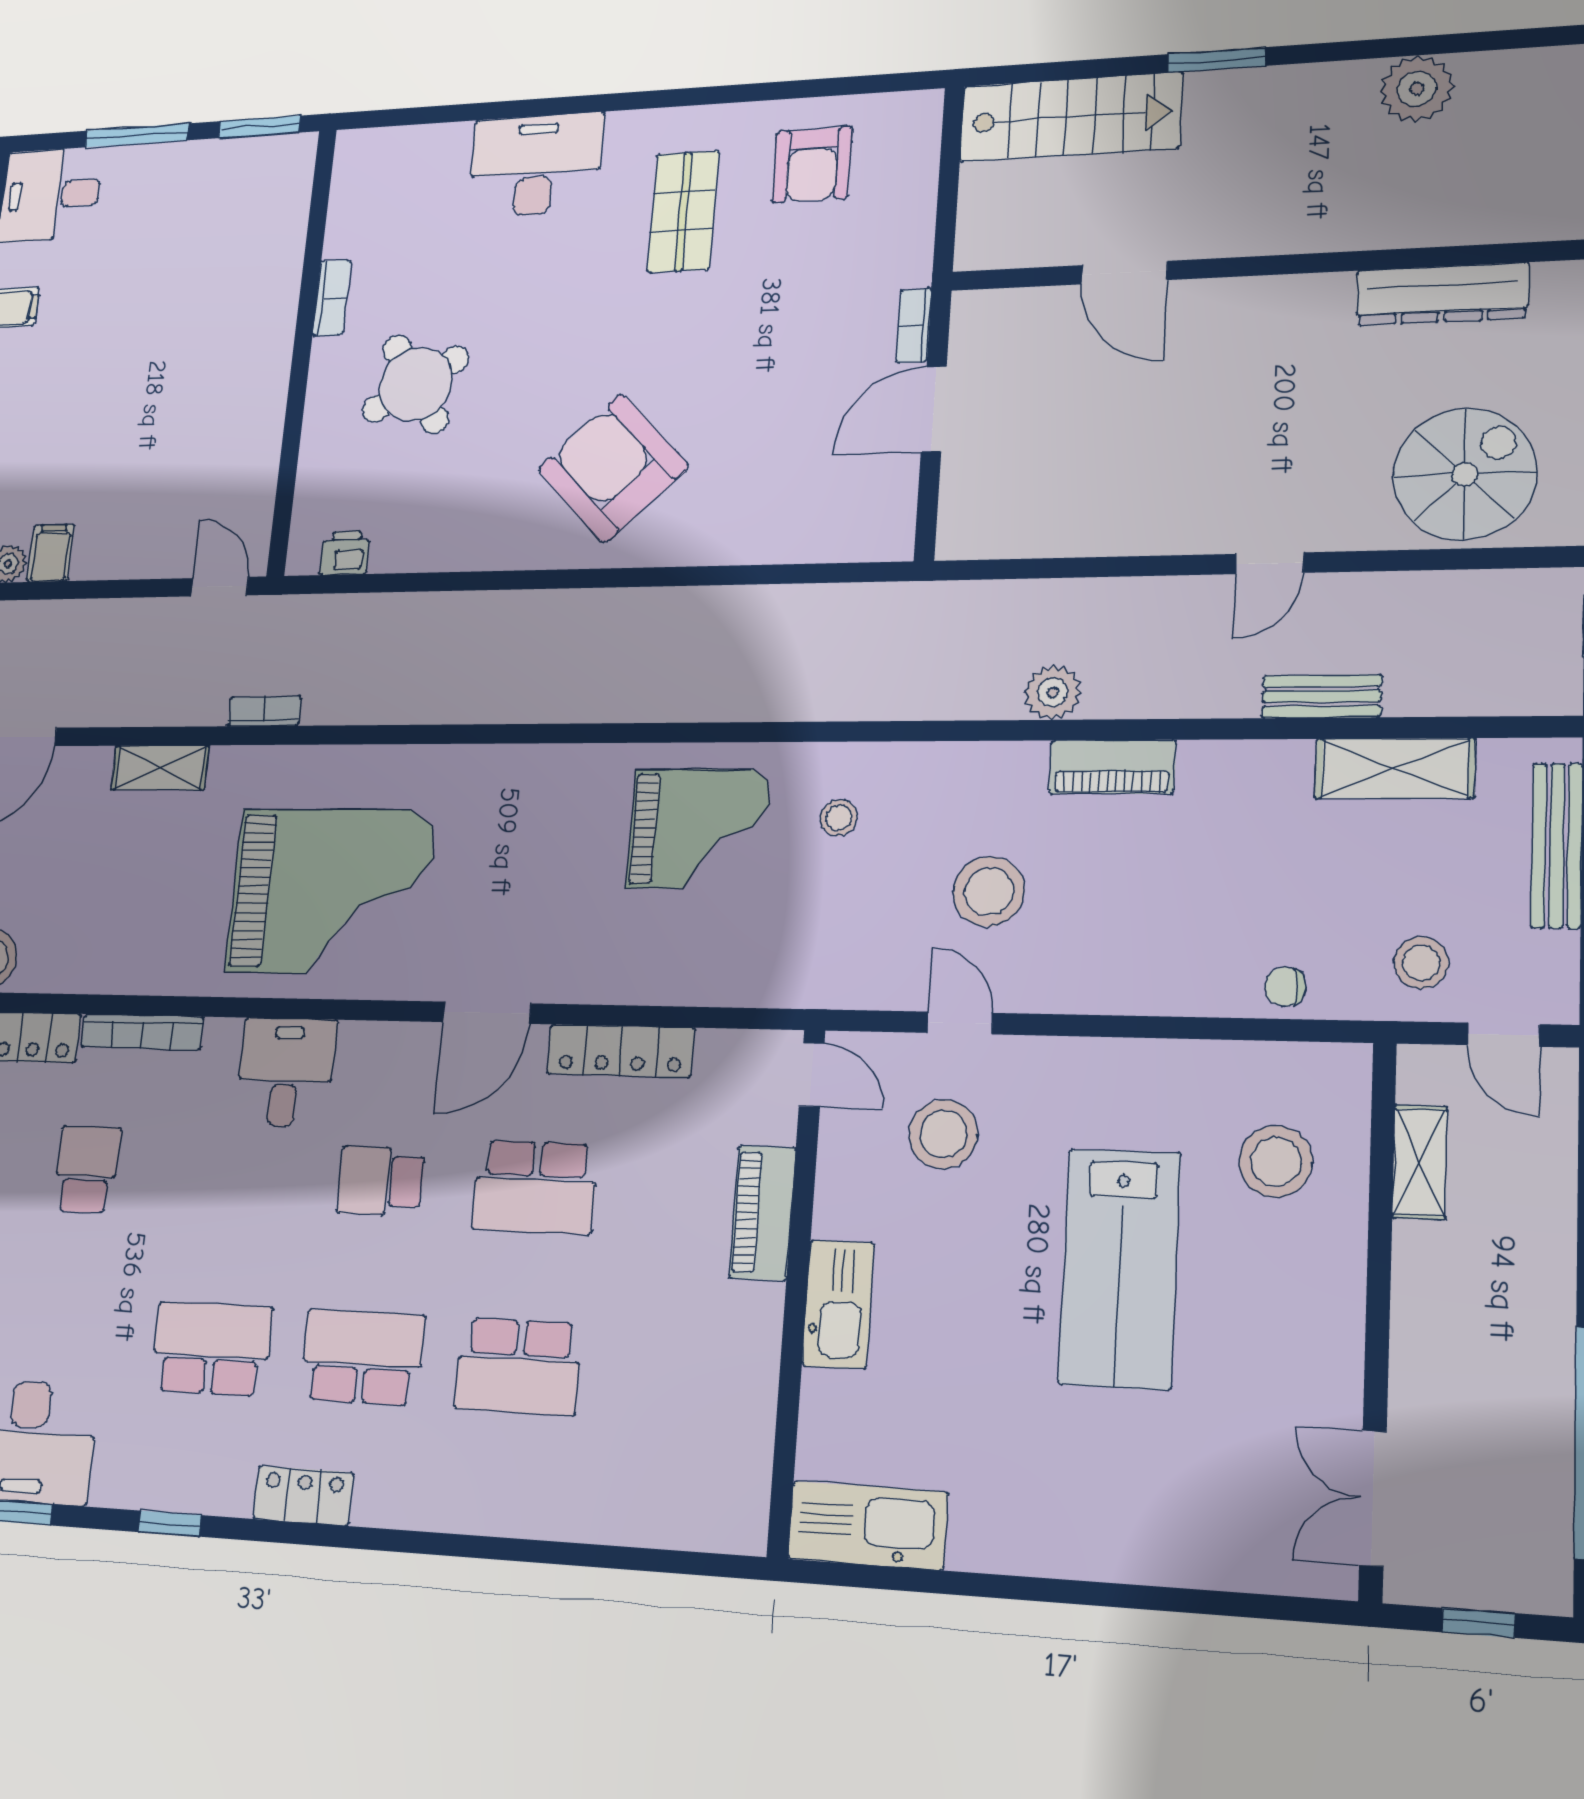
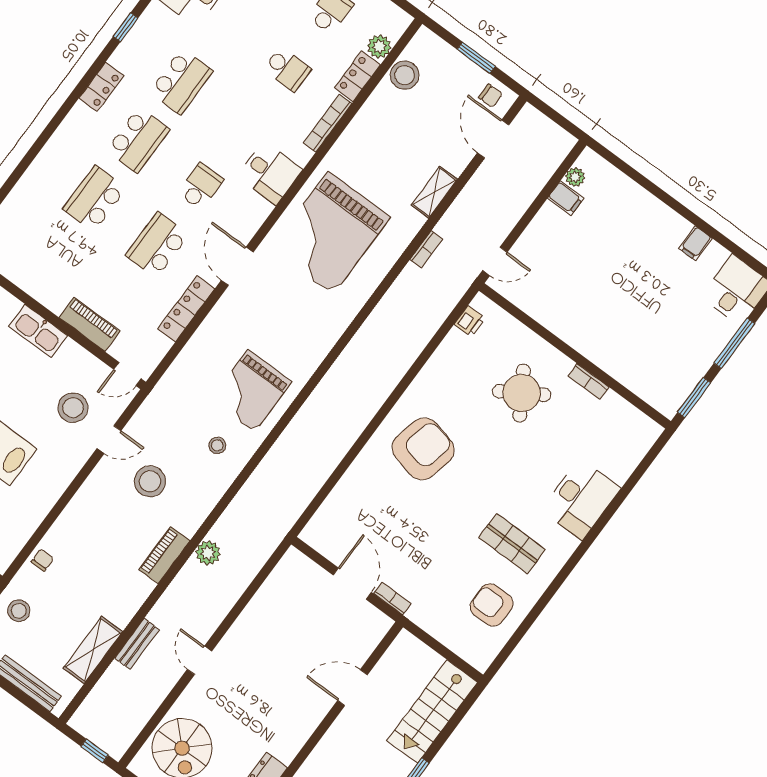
armchair: (613, 468) -> (423, 449), turned -33

